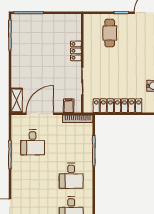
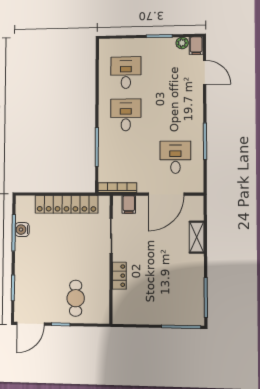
shelving: (17, 100) -> (197, 237), moved

